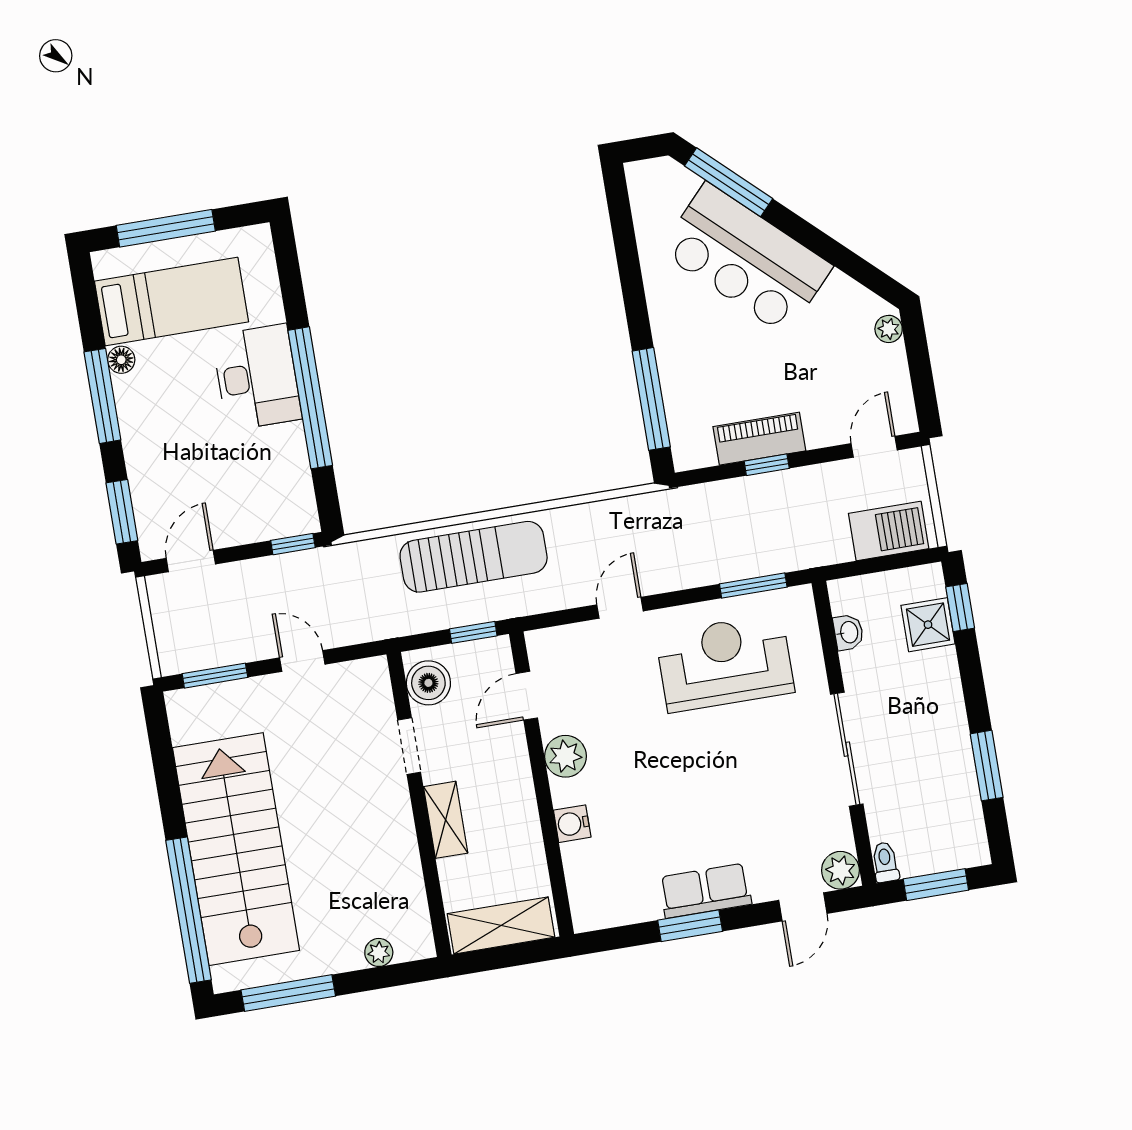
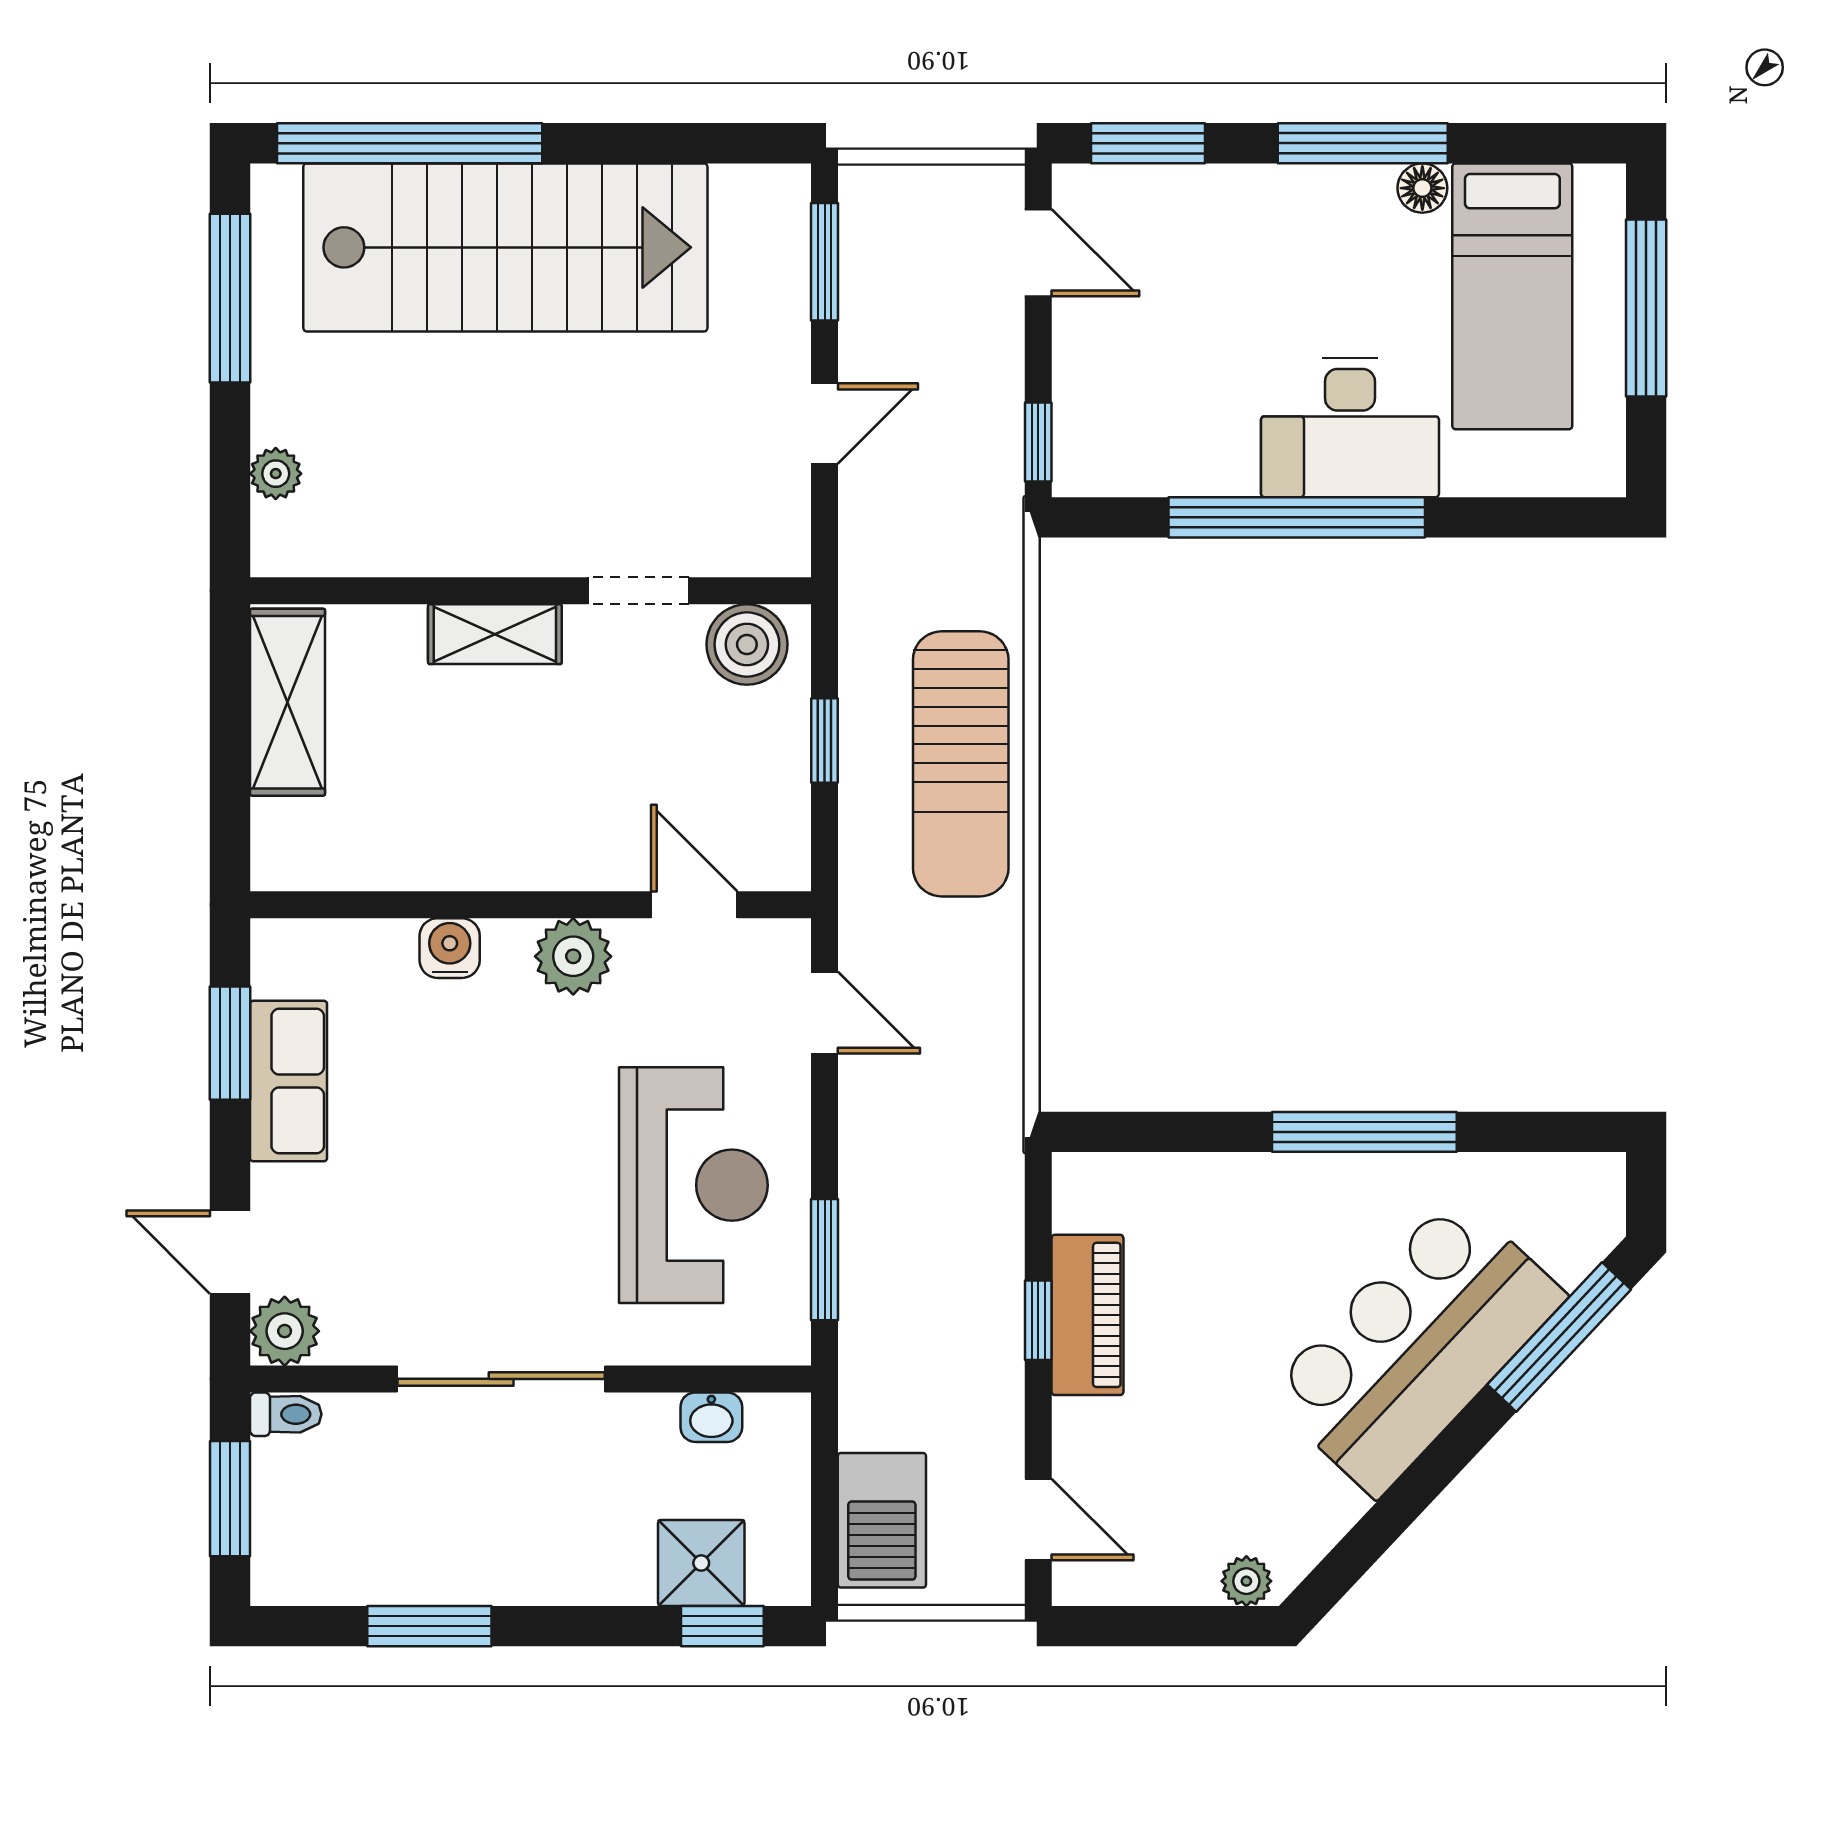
window: (651, 399) -> (1364, 1132), moved
door: (527, 696) -> (694, 905), moved
plant: (565, 756) -> (573, 956), moved
wall: (541, 784) -> (531, 905), moved
water cooler: (572, 824) -> (450, 948), moved

